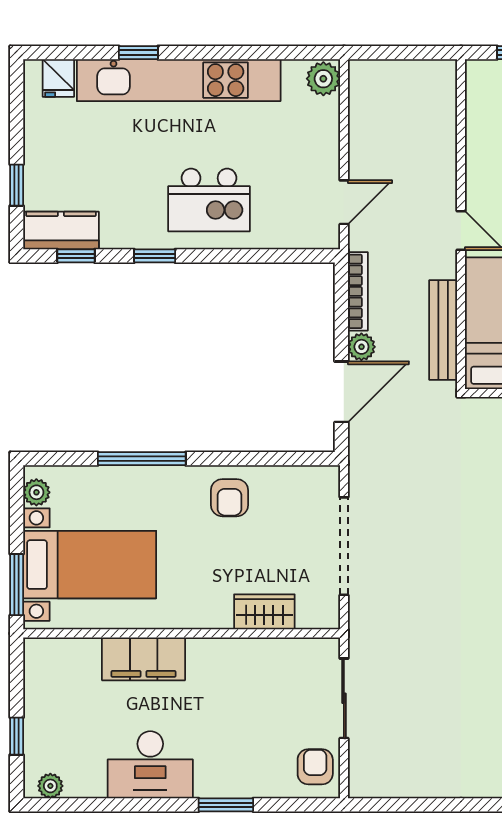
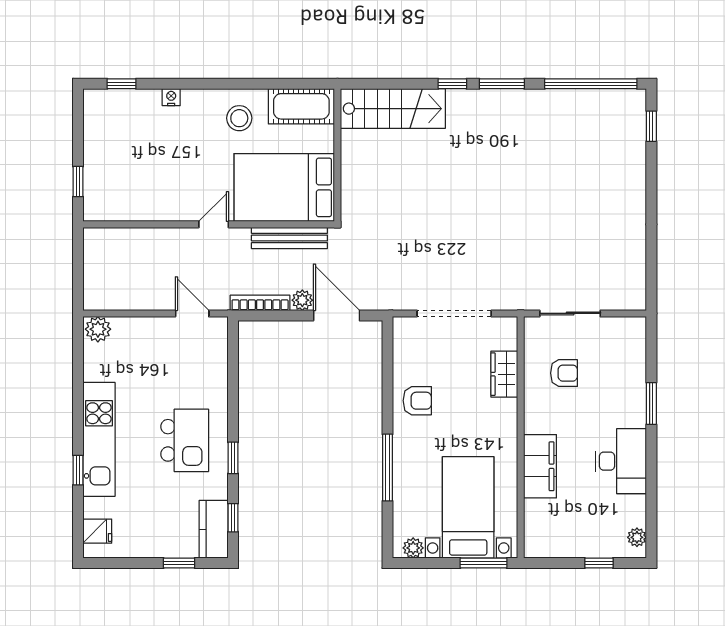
kitchen unit: (179, 80) -> (99, 439), width x0.73
kitchen island: (209, 200) -> (185, 440), moved
armchair: (315, 767) -> (564, 373), moved, turned 180

